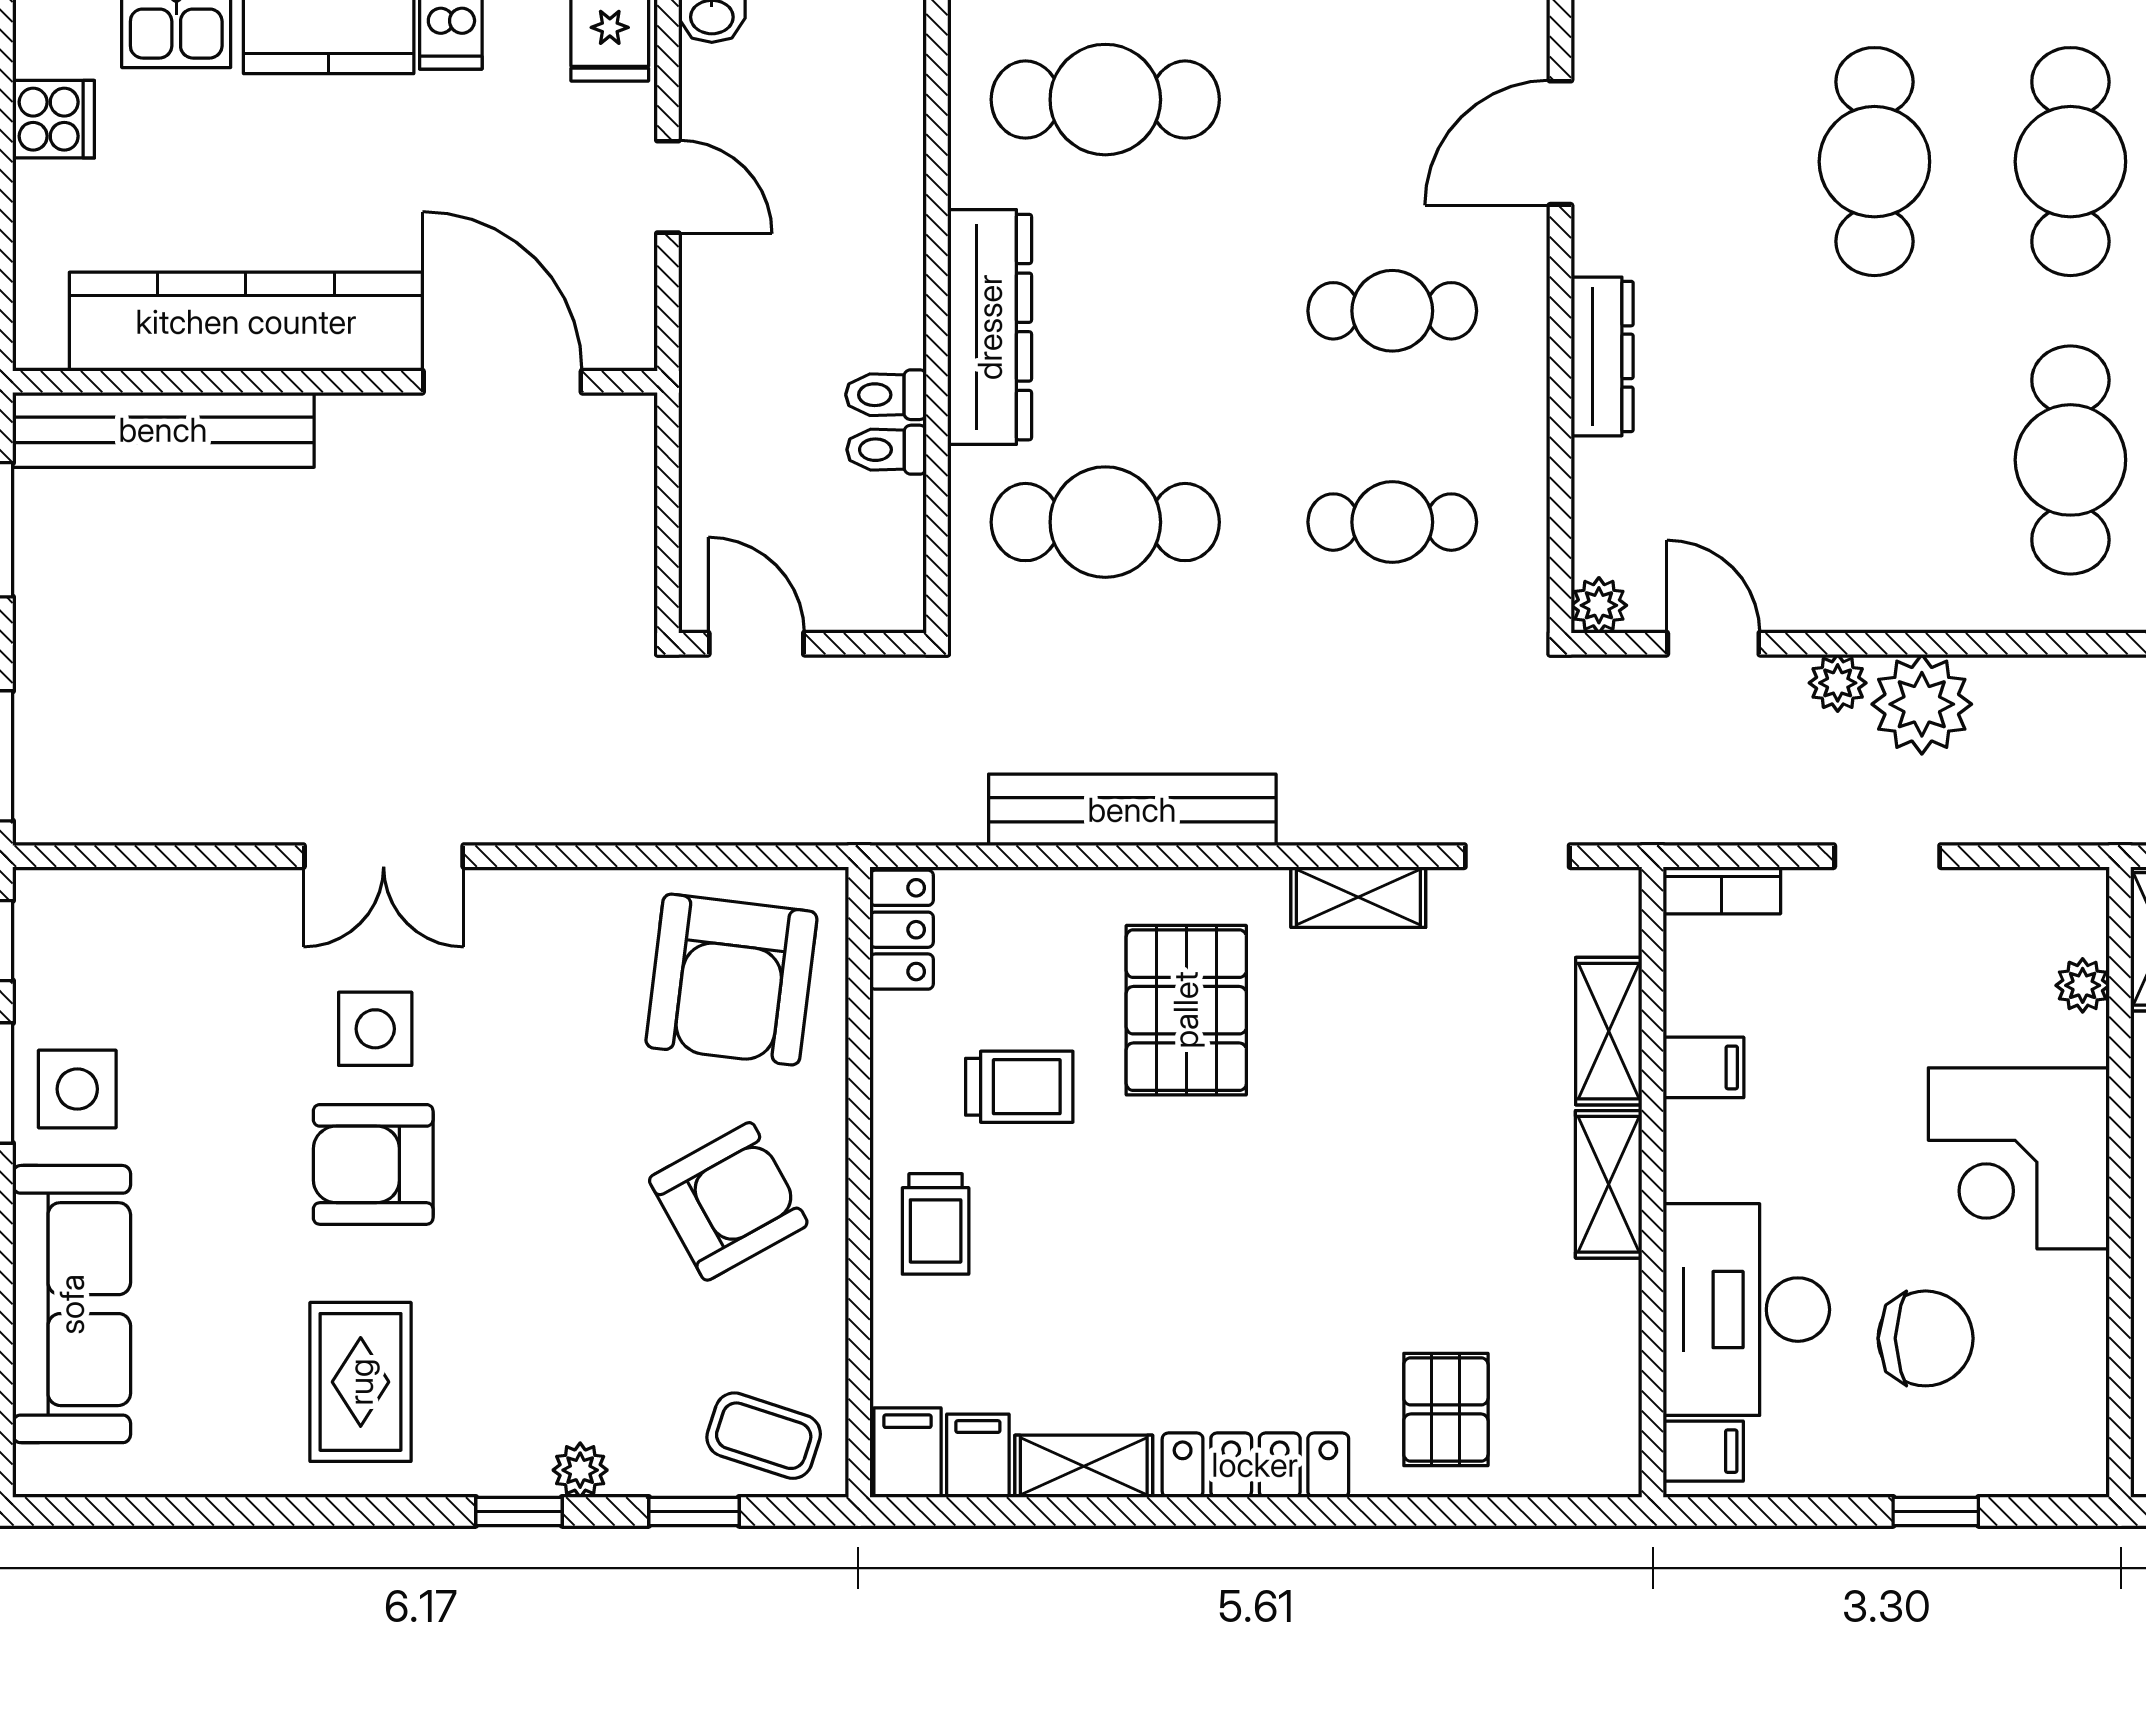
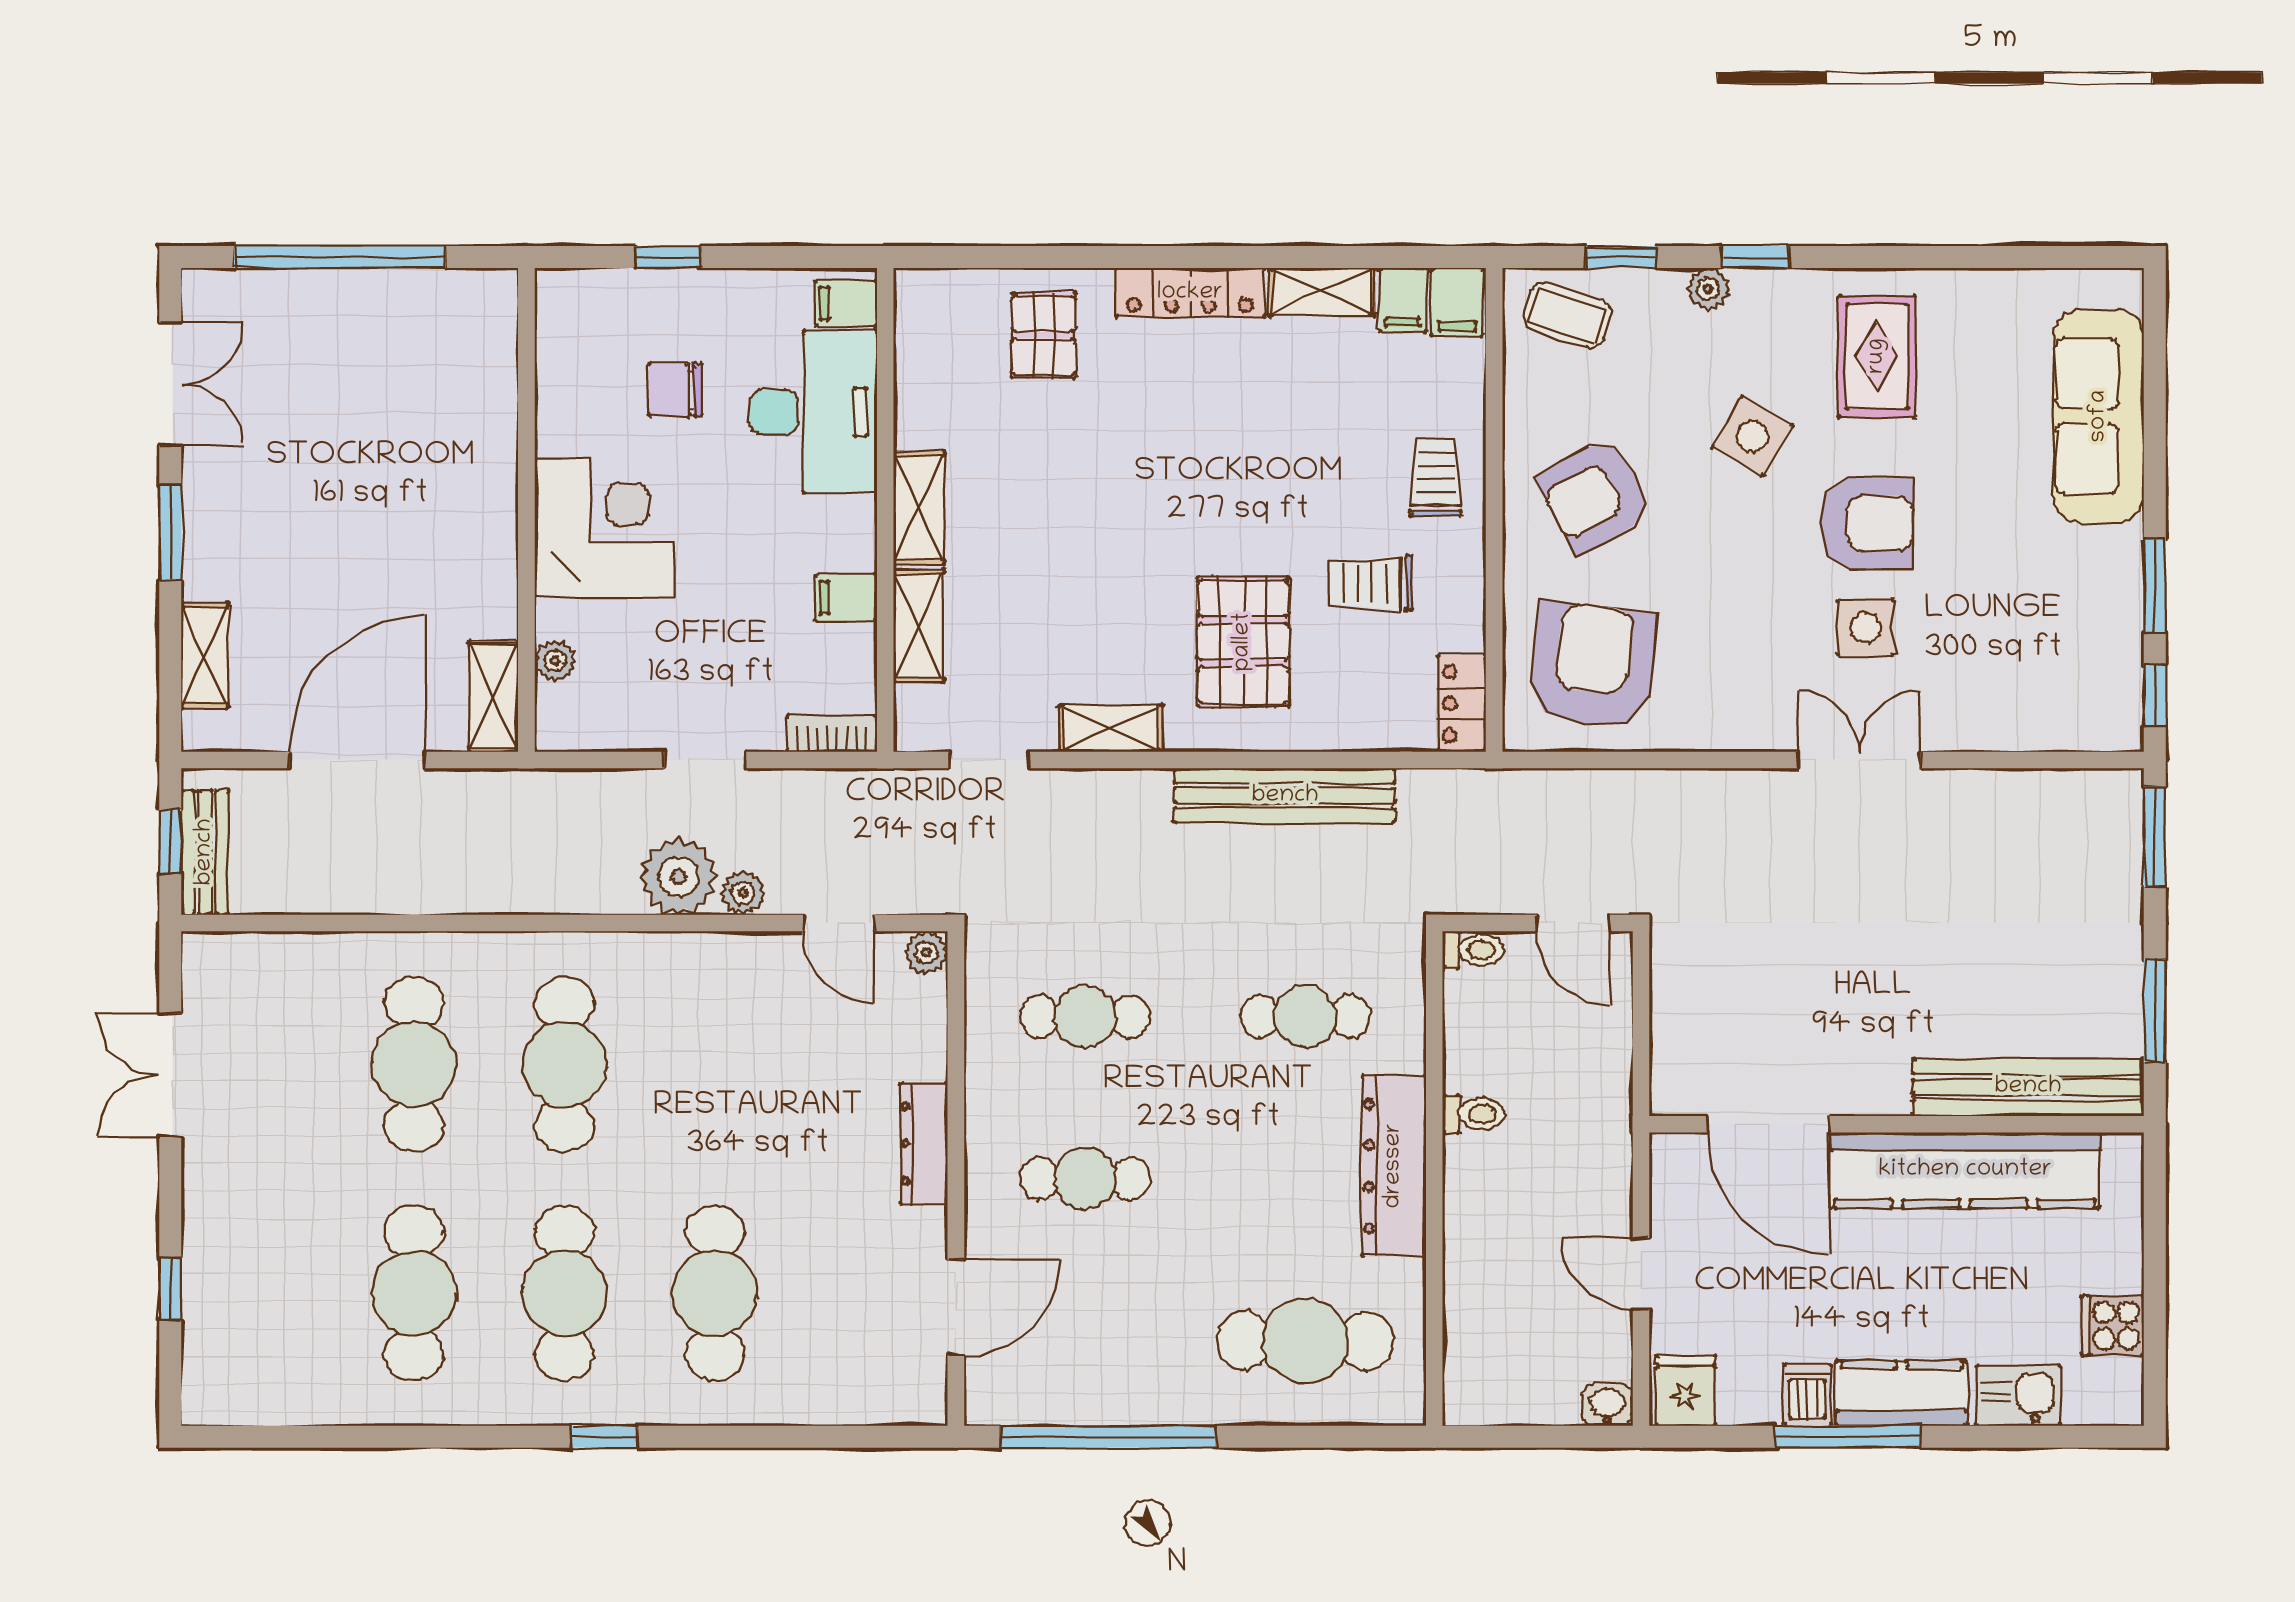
toilet: (887, 450) -> (1473, 950), moved
cafe table: (1105, 522) -> (1305, 1016), width x0.73, depth x0.74
side table: (77, 1089) -> (1752, 436), moved, turned 30
chair: (1926, 1338) -> (676, 390), width x0.73, depth x0.73

